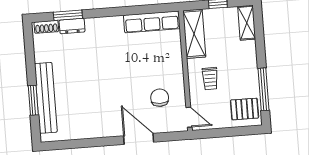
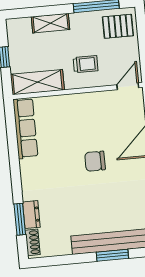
shelving: (247, 23) -> (51, 23), moved
chair: (160, 98) -> (95, 161), moved
pallet: (245, 109) -> (118, 26), turned 90

